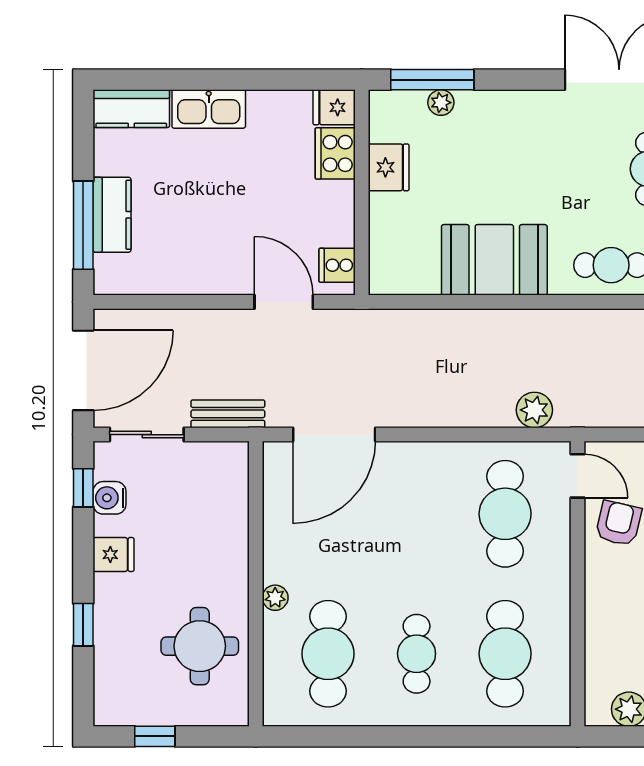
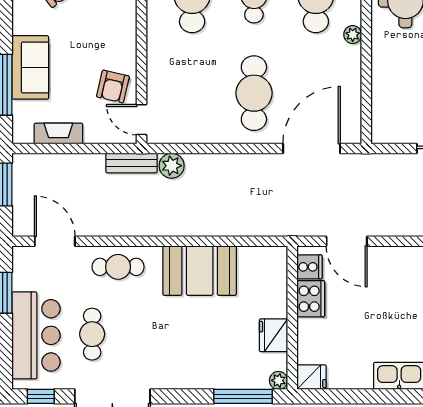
plant: (441, 103) -> (279, 380), moved
cooker: (335, 153) -> (311, 299), moved
bench: (228, 414) -> (132, 163), moved
cafe table: (505, 514) -> (254, 93), moved

